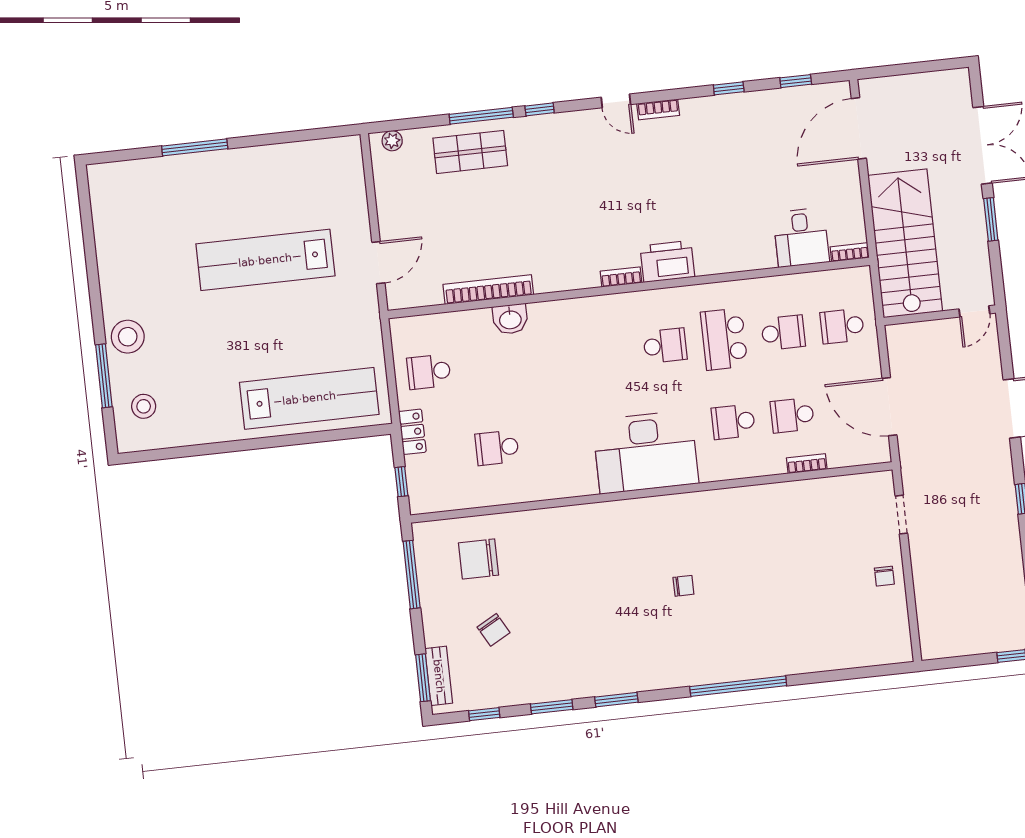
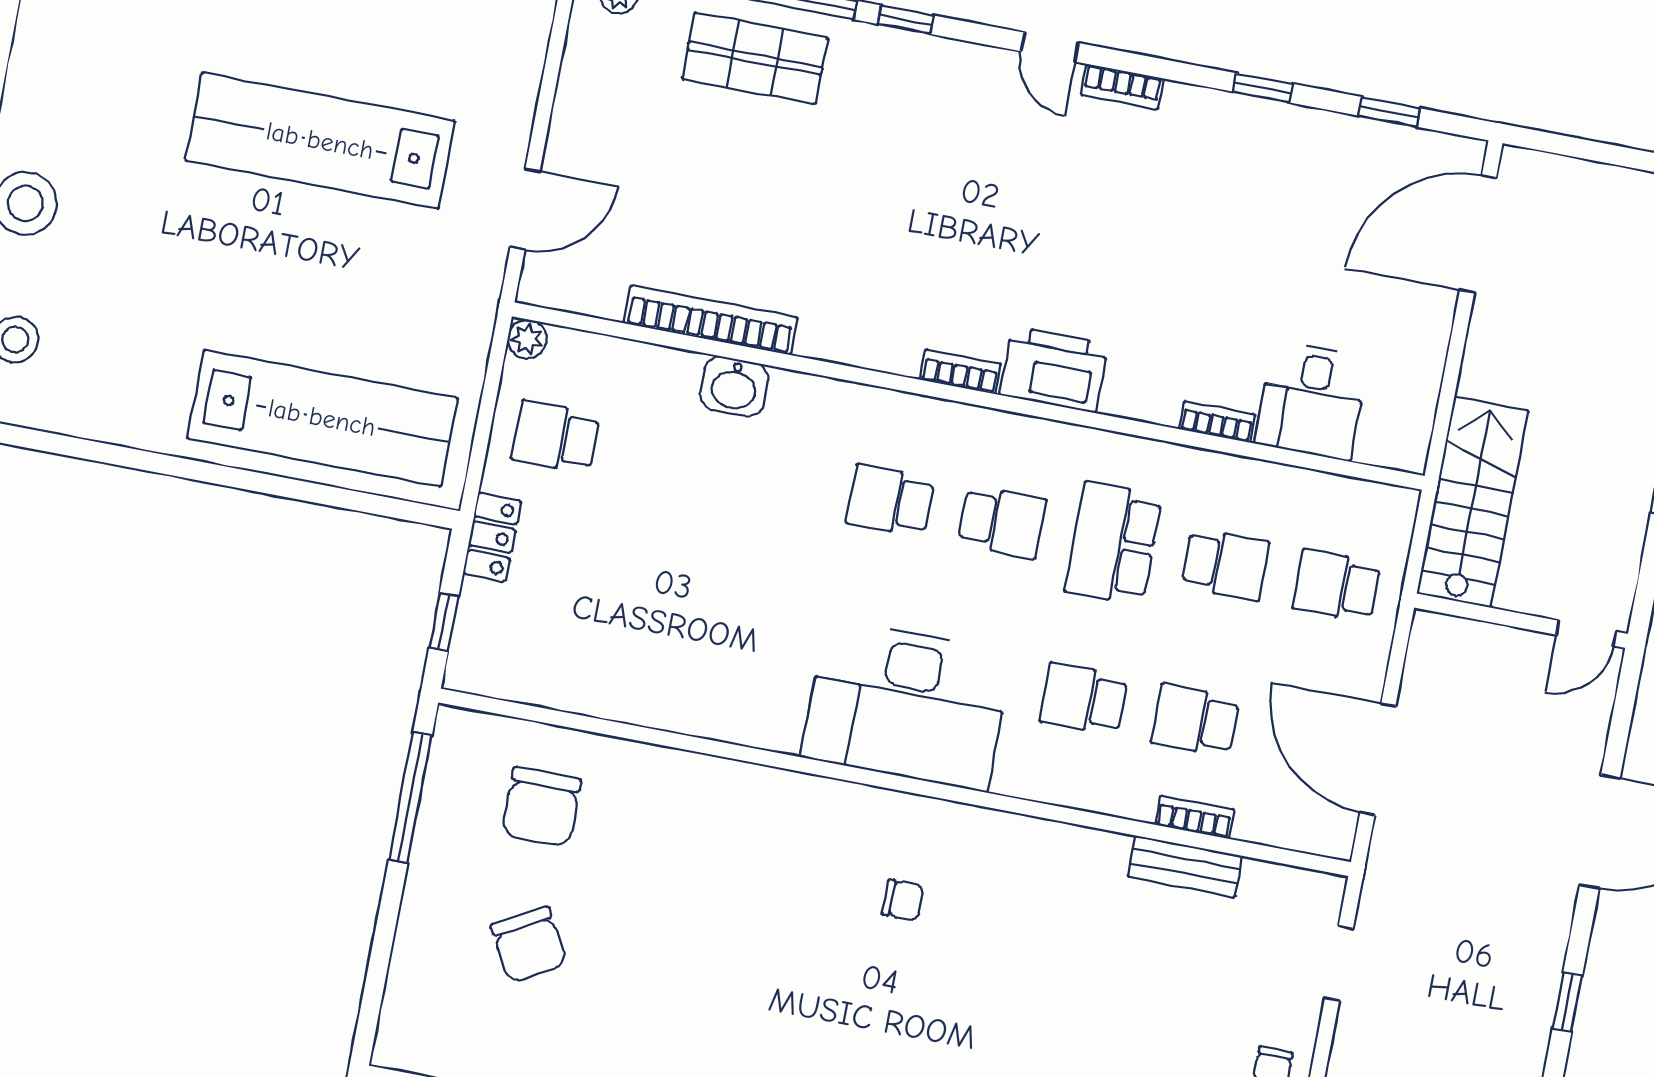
stairs: (905, 243) -> (1473, 502), width x0.73, depth x0.66
bookcase: (850, 252) -> (1217, 422), moved
plant: (399, 327) -> (527, 339), added
school desk: (497, 448) -> (890, 501), moved
chair: (479, 559) -> (541, 807), turned -90
chair: (683, 586) -> (903, 900), moved
chair: (494, 630) -> (529, 945), width x1.37, depth x1.37
bench: (439, 676) -> (1185, 866), moved, turned 90
window: (423, 678) -> (373, 993), removed

